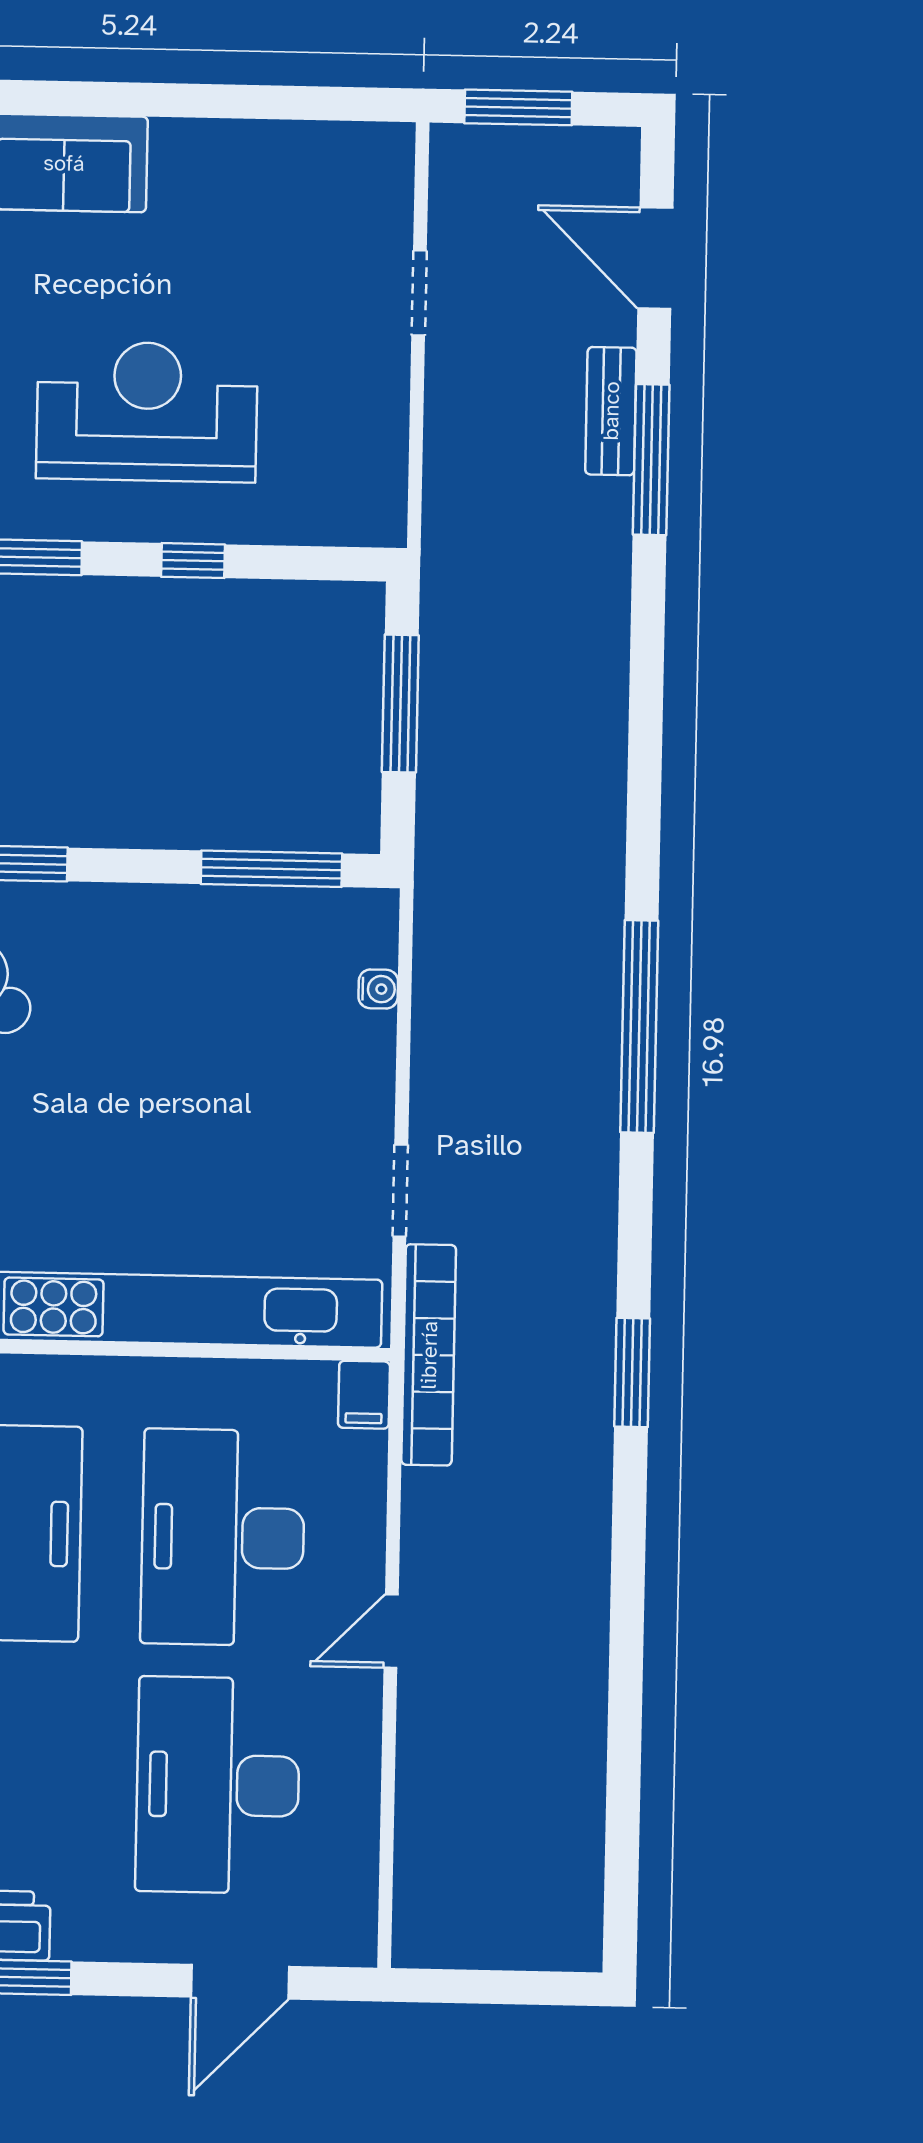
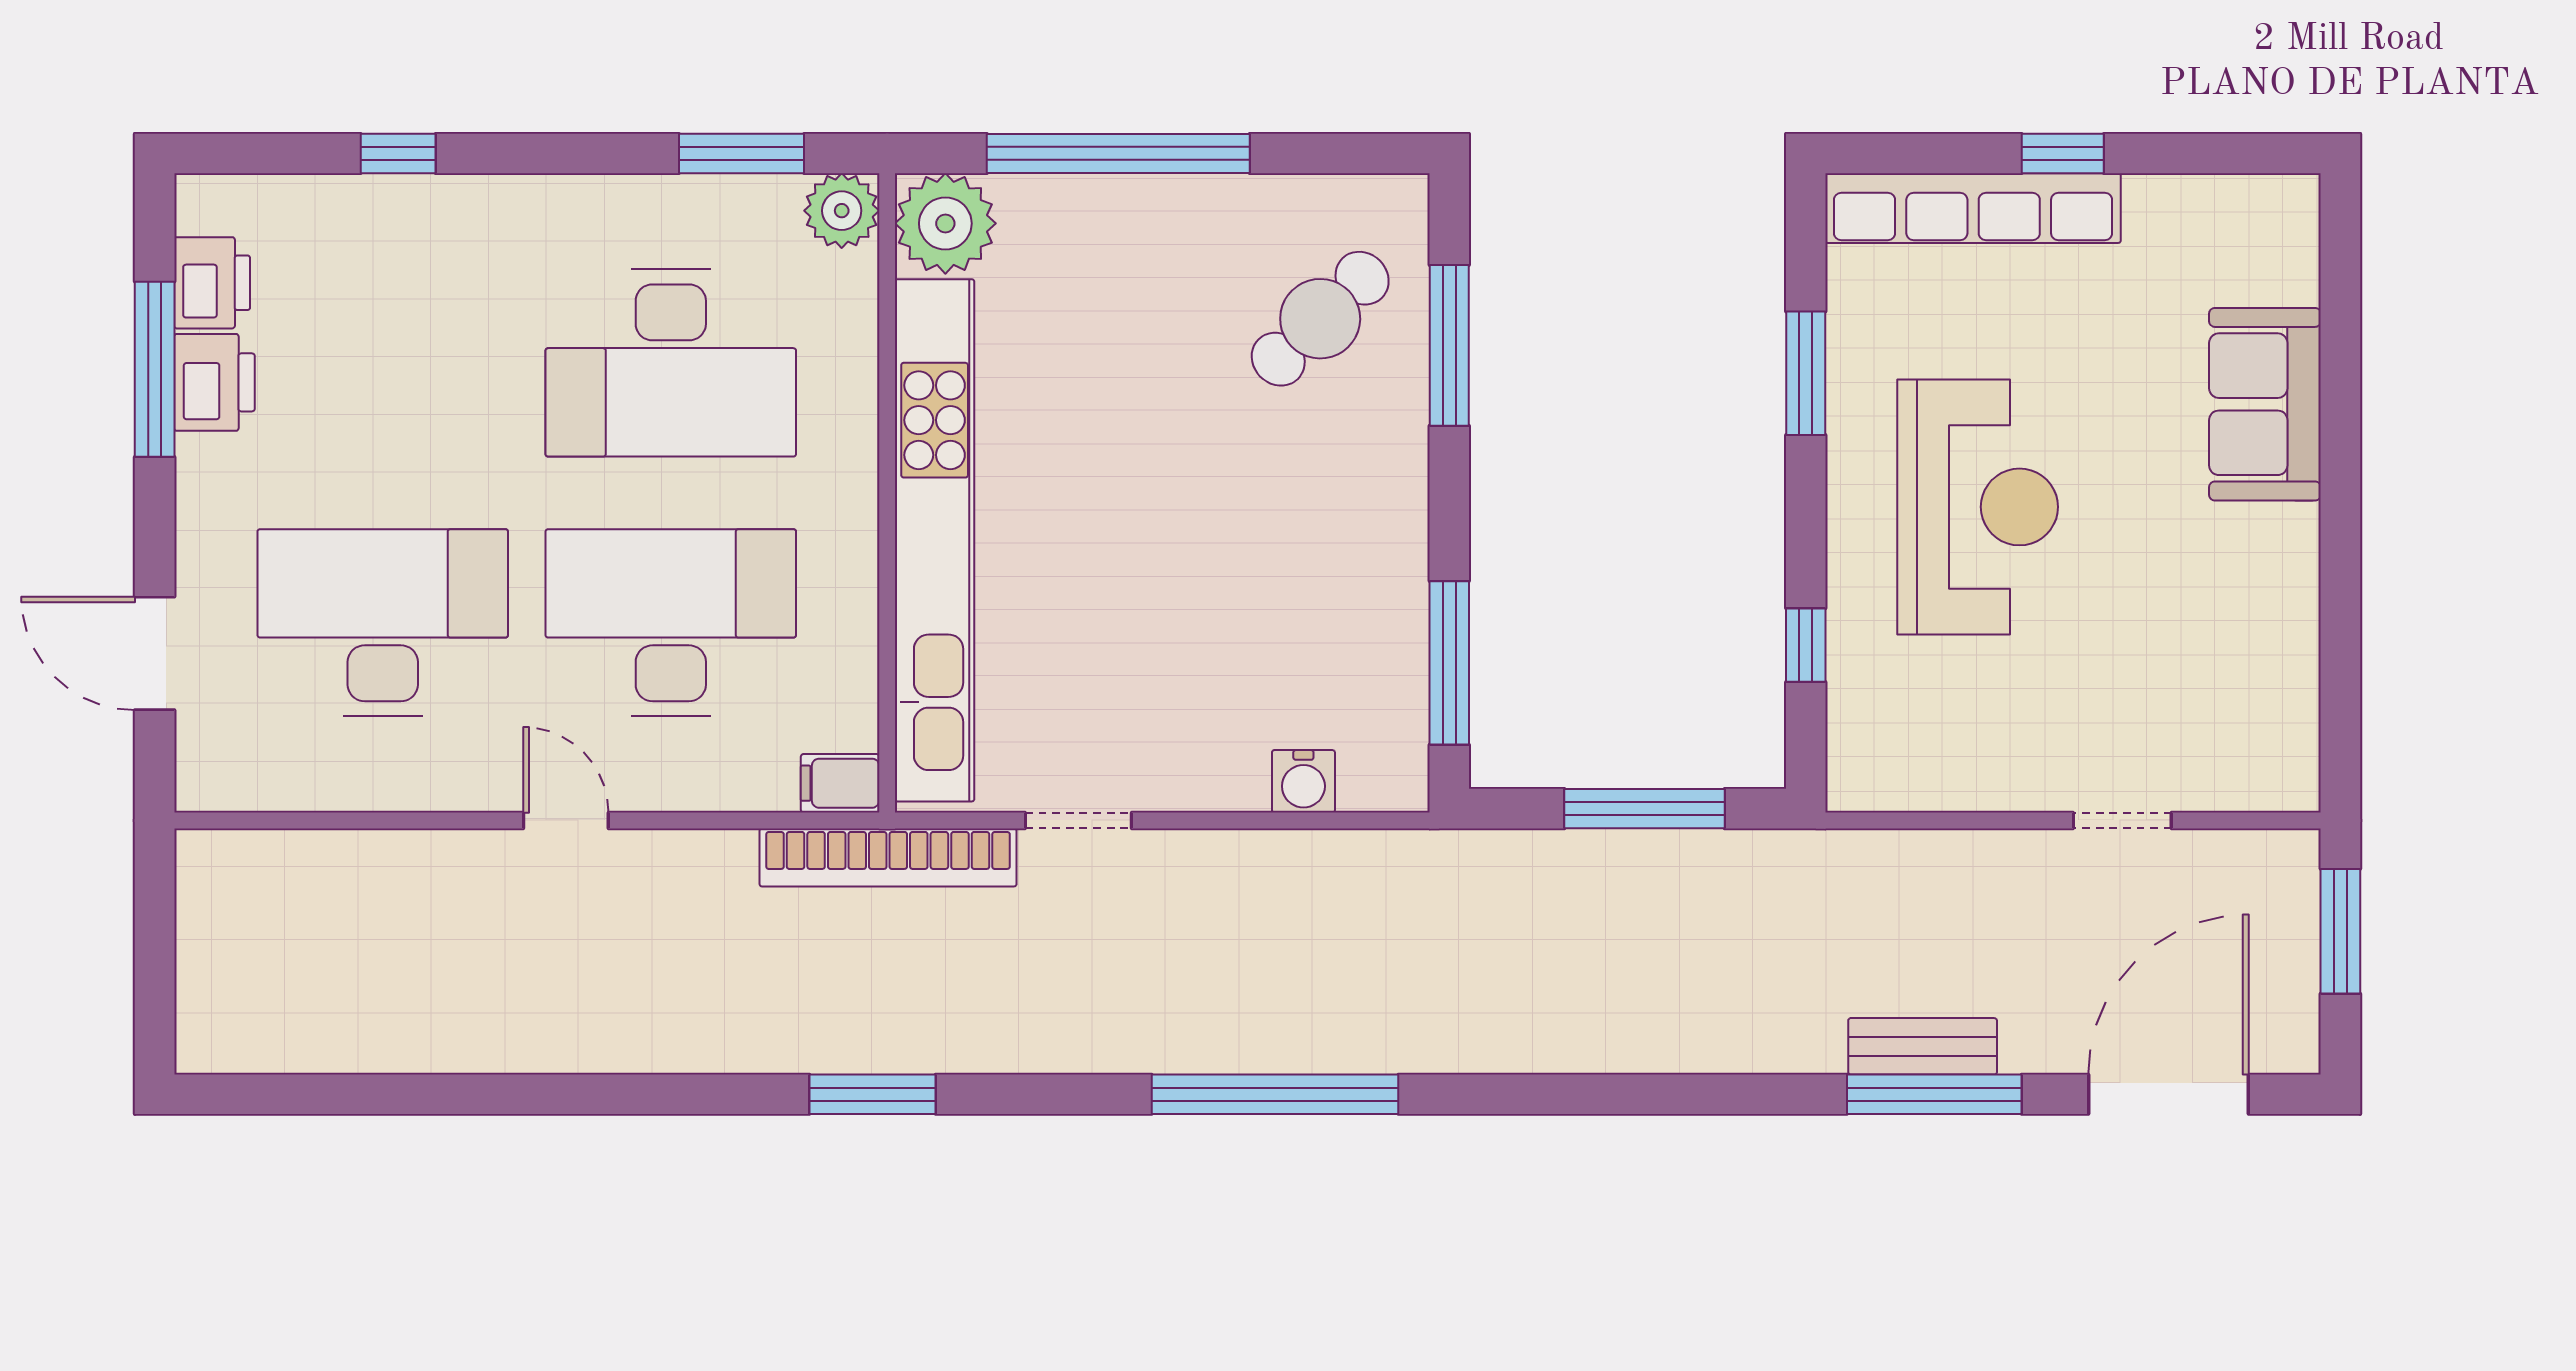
door: (655, 258) -> (2169, 1094), width x1.36
bench: (611, 411) -> (1923, 1046), moved
window: (193, 561) -> (1806, 645), moved
water cooler: (378, 989) -> (1303, 781), width x1.38, depth x1.38

